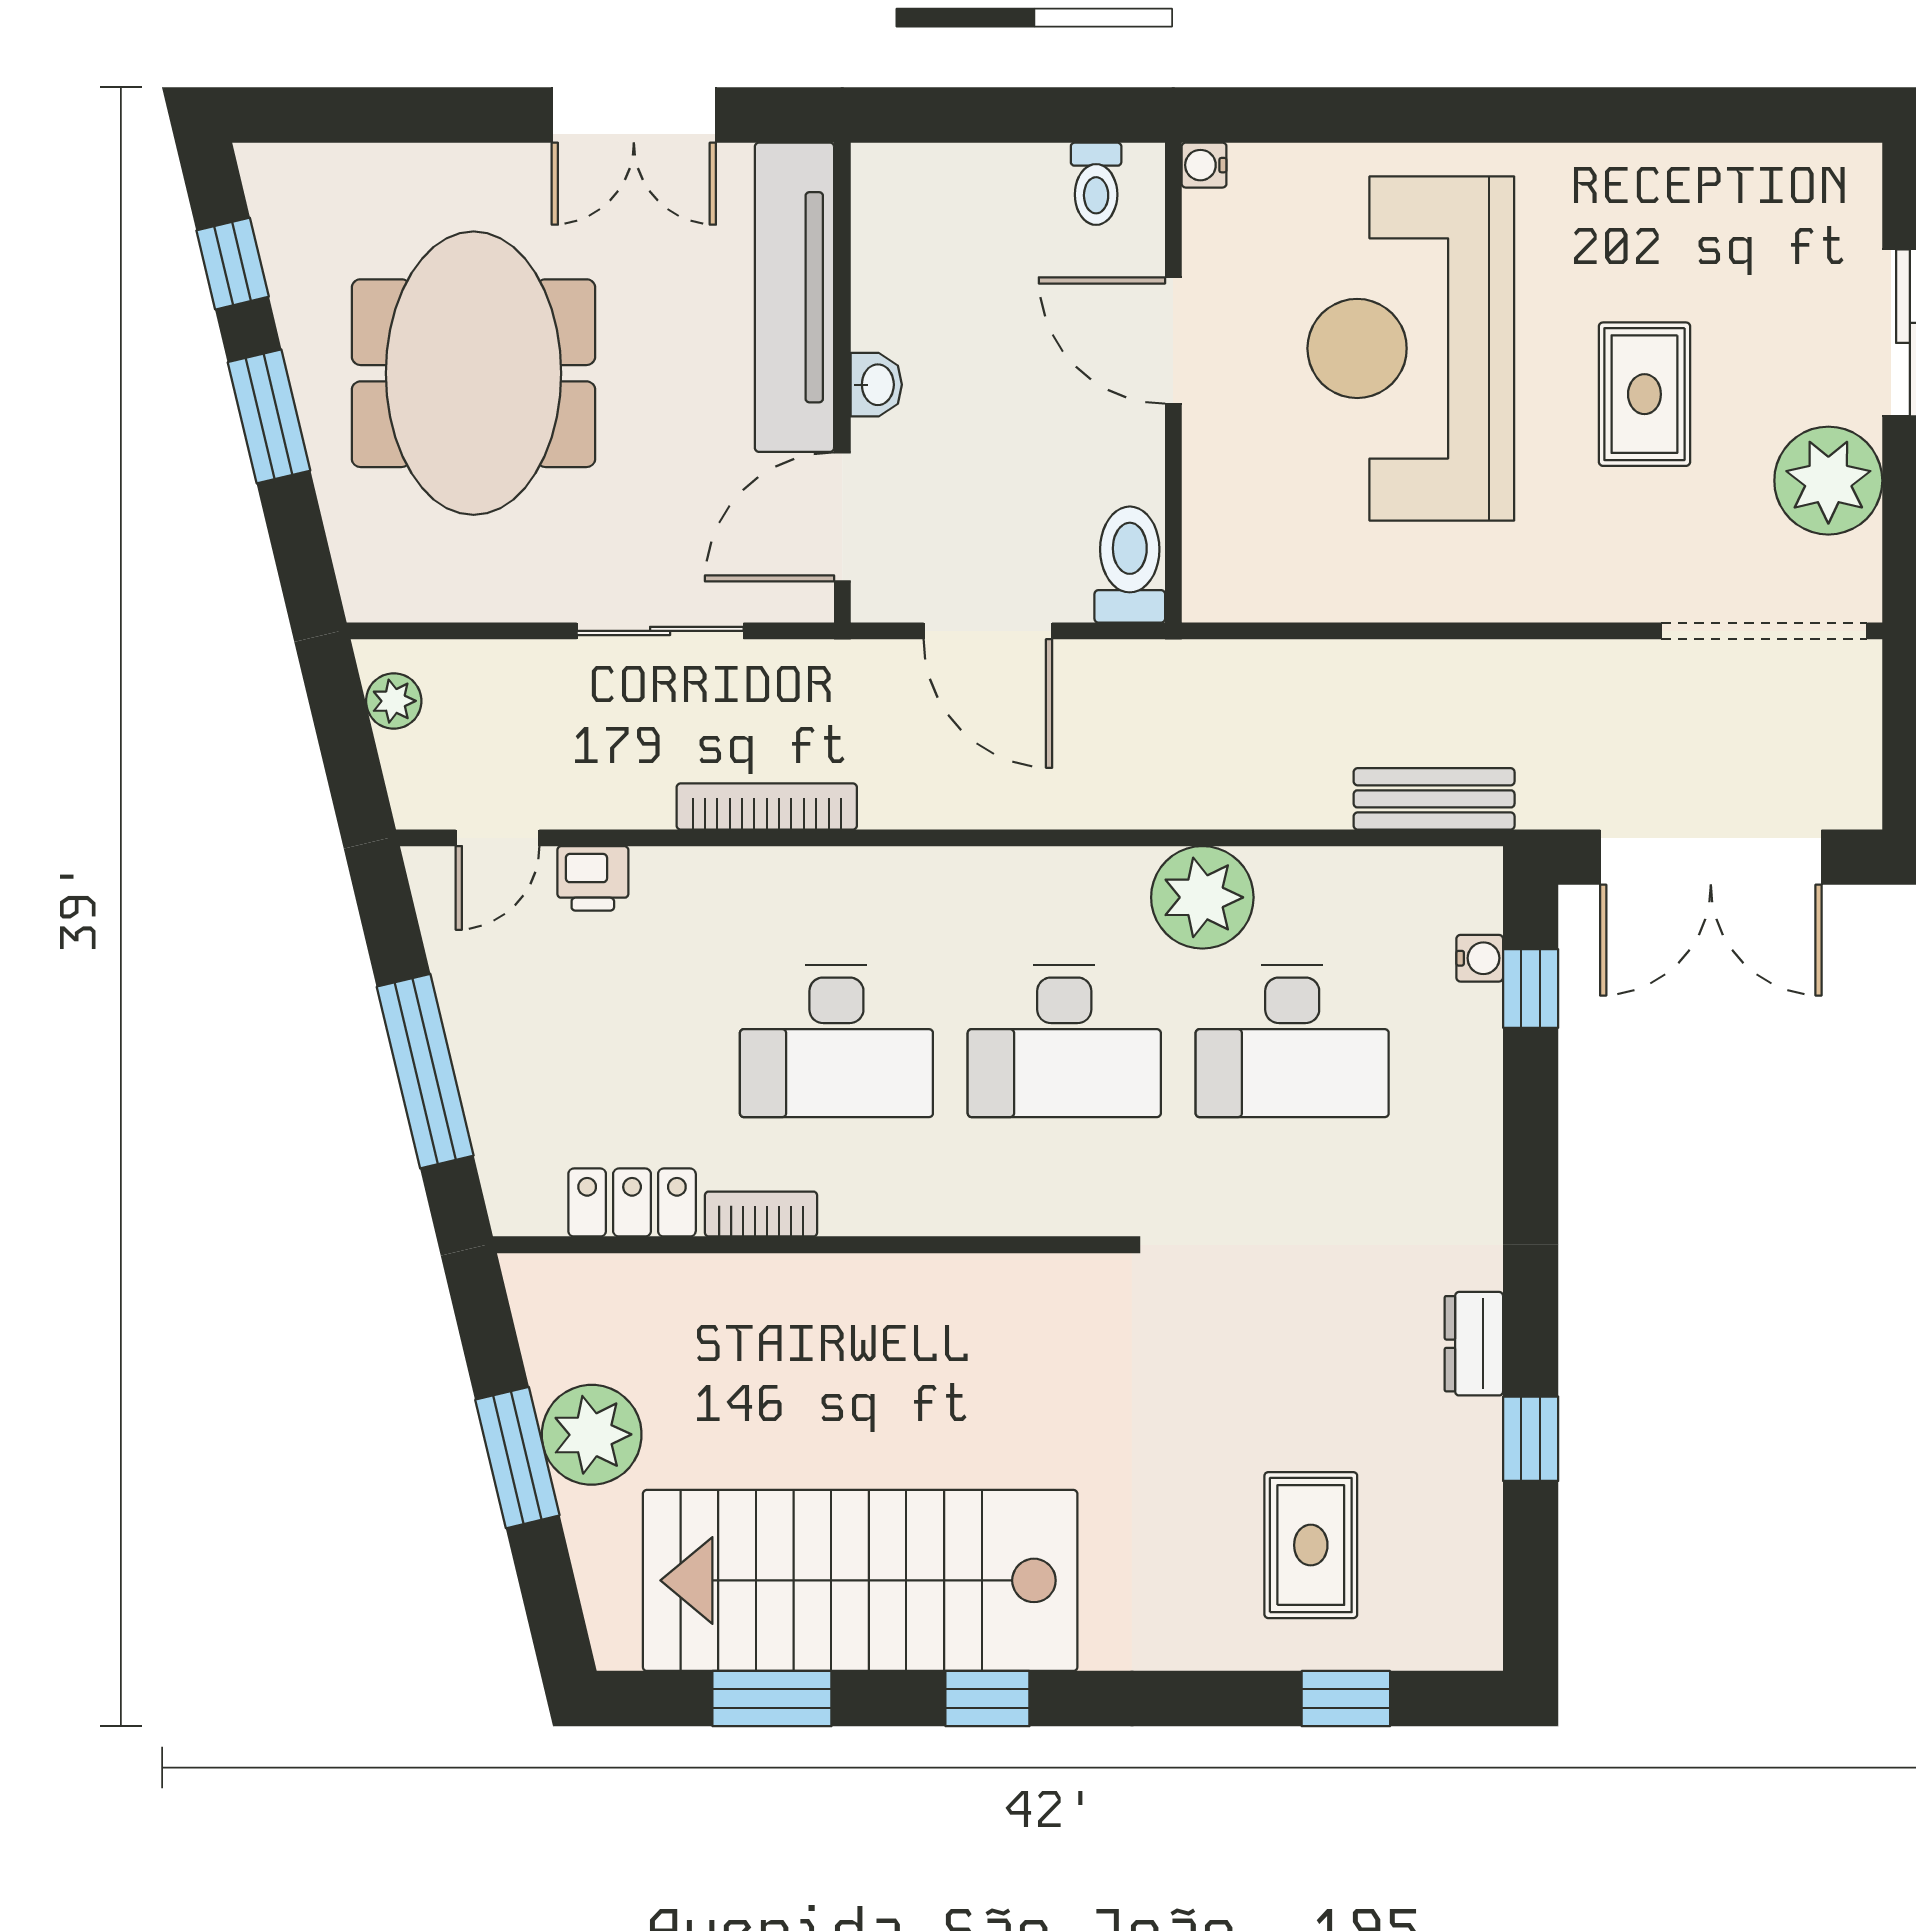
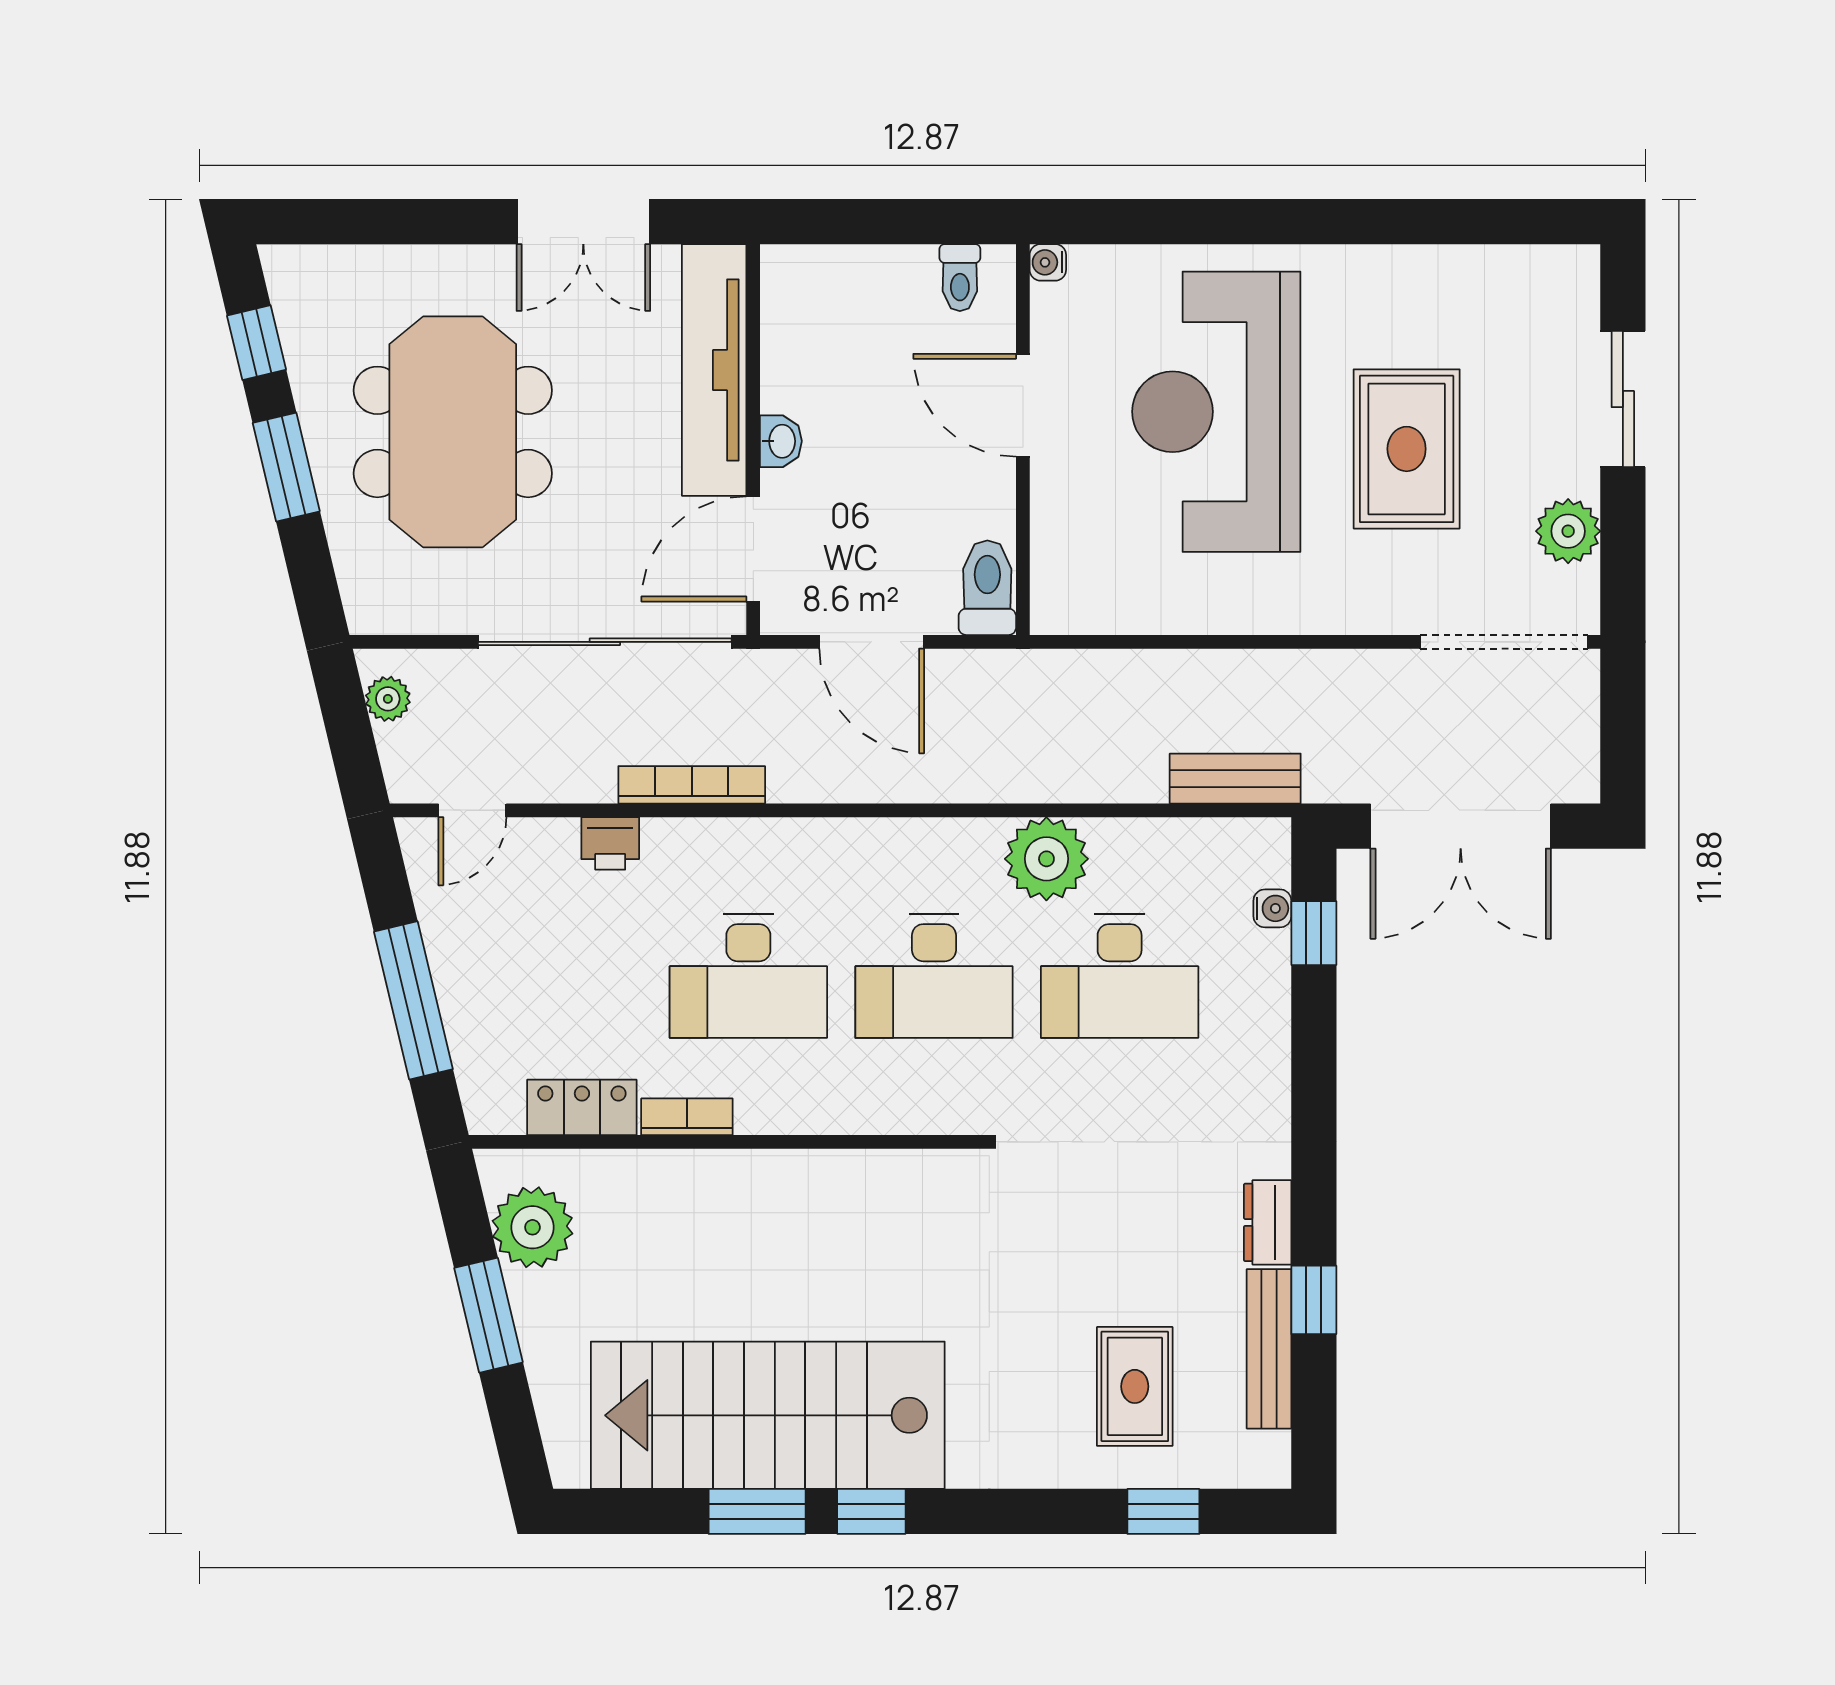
rug: (1644, 394) -> (1407, 449), width x1.36, depth x1.43
plant: (1828, 481) -> (1568, 531), width x0.73, depth x0.73
sliding door: (660, 631) -> (605, 642), width x1.86
printer: (593, 878) -> (610, 843), moved
plant: (592, 1435) -> (532, 1227), moved
bench: (1476, 1499) -> (1269, 1349), added
window: (772, 1699) -> (757, 1511), moved

